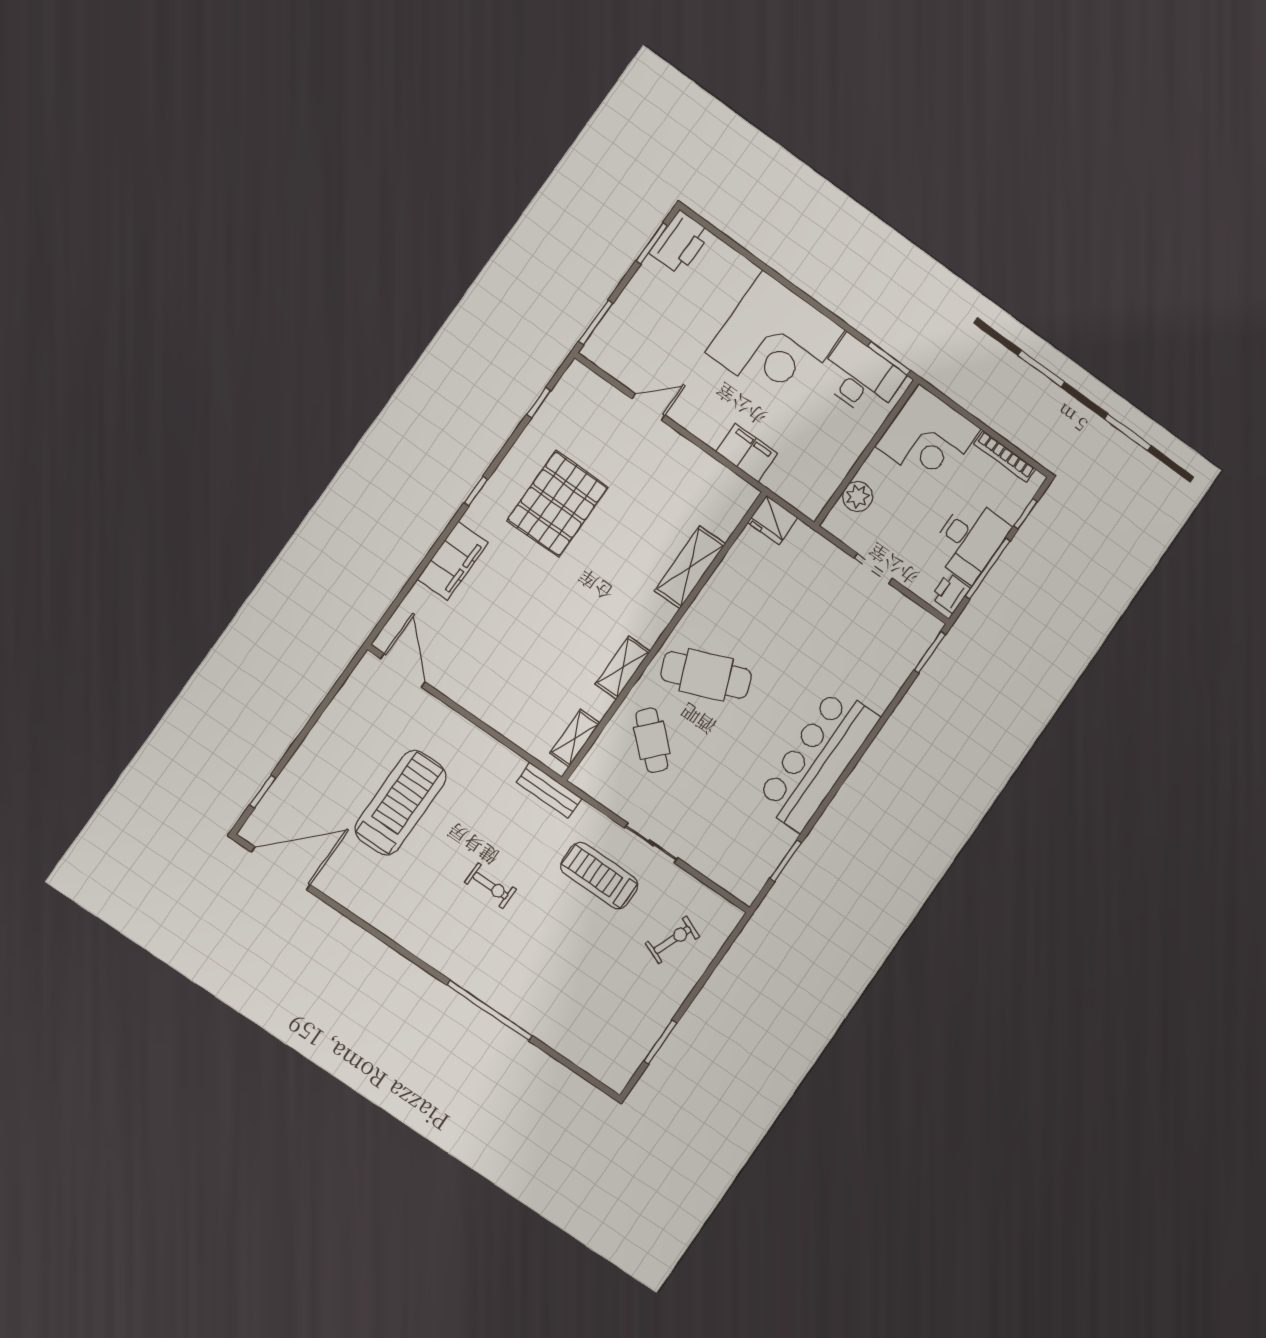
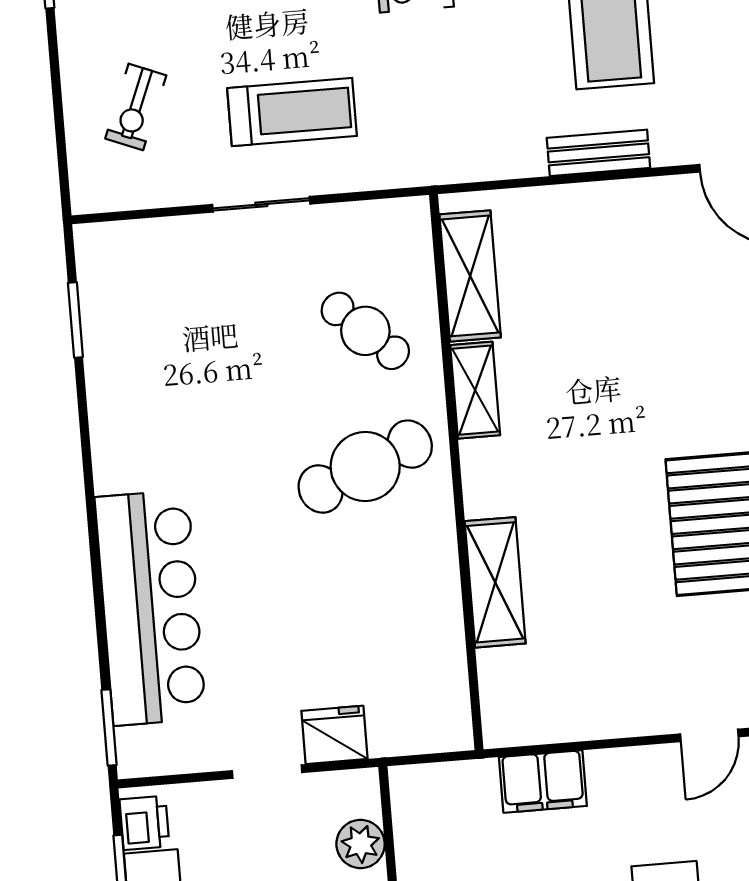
fridge: (773, 520) -> (334, 735), moved
shelving: (575, 738) -> (470, 276), width x1.50, depth x1.33
bar counter: (818, 759) -> (151, 608), moved
bench: (549, 790) -> (598, 153), moved

